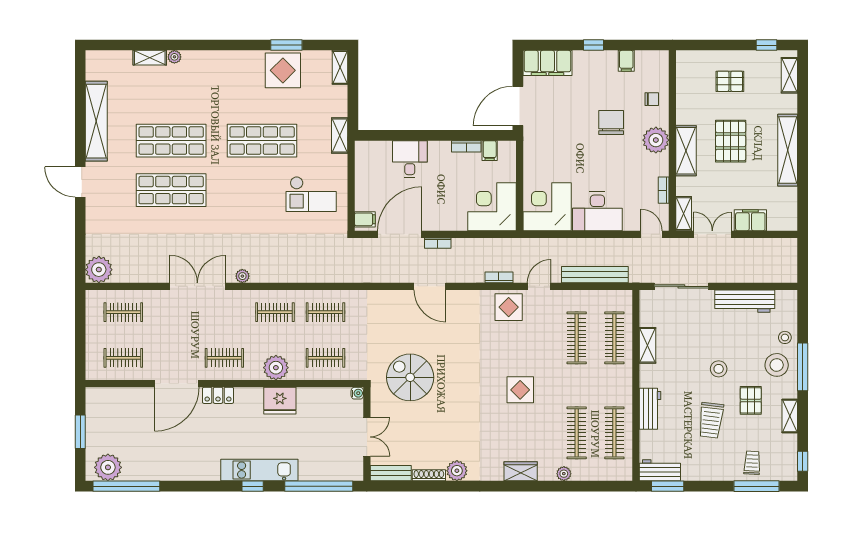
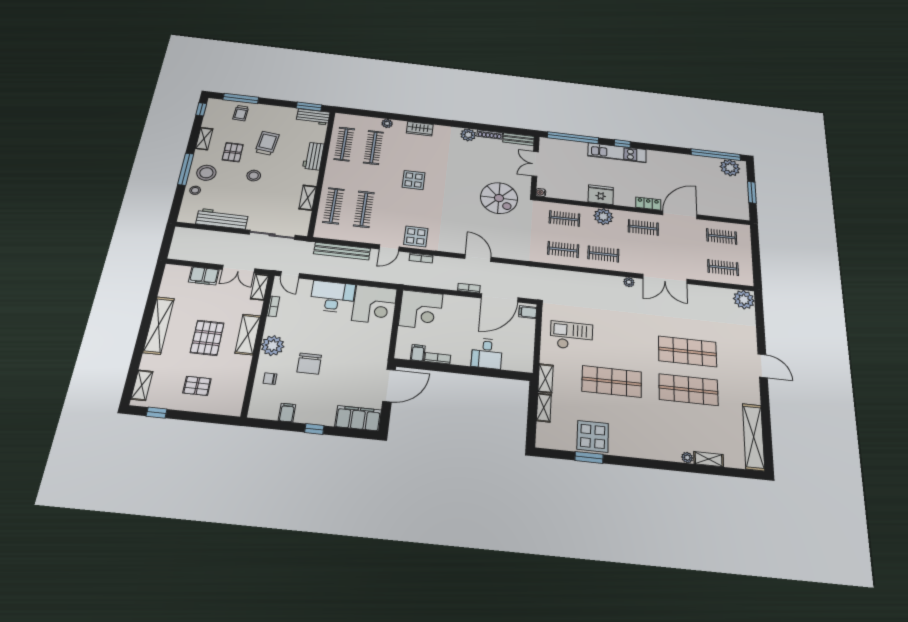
shelving: (340, 67) -> (544, 408), moved
shelving: (96, 121) -> (753, 437), moved

